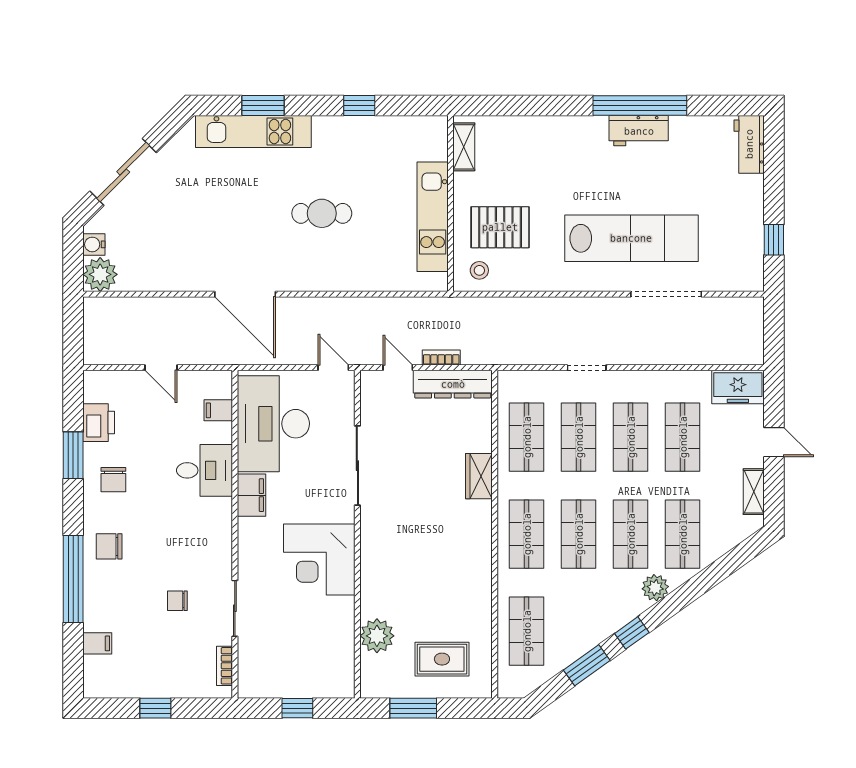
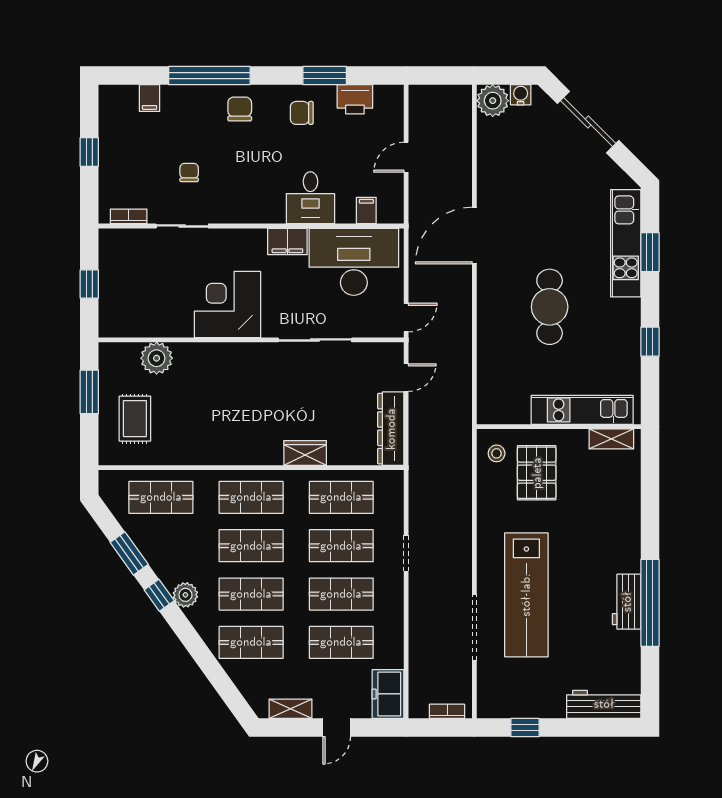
workbench: (749, 144) -> (604, 704), width x1.38
cafe table: (322, 213) -> (550, 307), width x1.37, depth x1.35
kitchen unit: (433, 217) -> (582, 410), moved
bookcase: (441, 358) -> (447, 711), moved, turned -90
plant: (655, 588) -> (185, 595), moved

